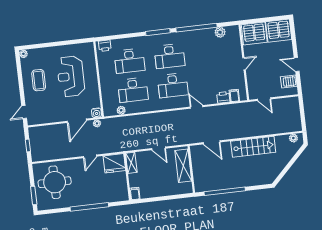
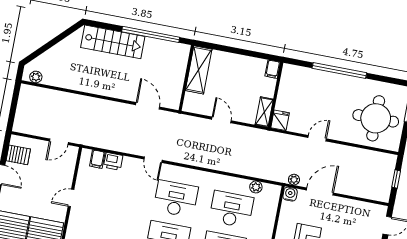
door: (264, 99) -> (59, 142), swing flipped
stairs: (253, 147) -> (113, 42), moved, turned 180
fridge: (114, 163) -> (280, 120), width x0.53, depth x0.75
shelving: (183, 166) -> (199, 70), moved

